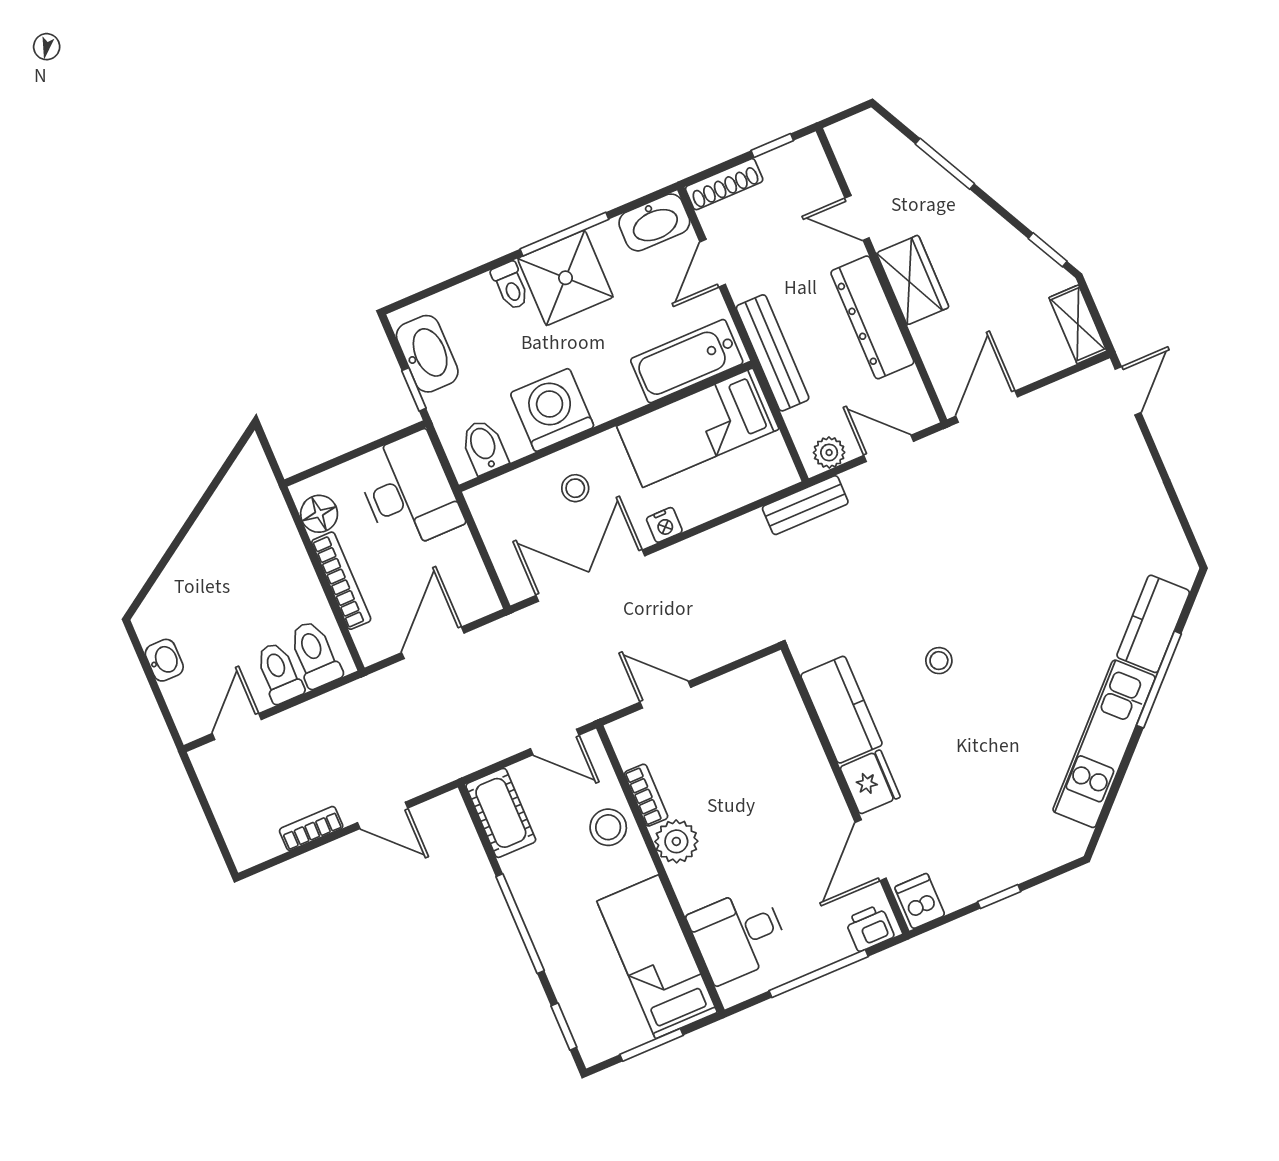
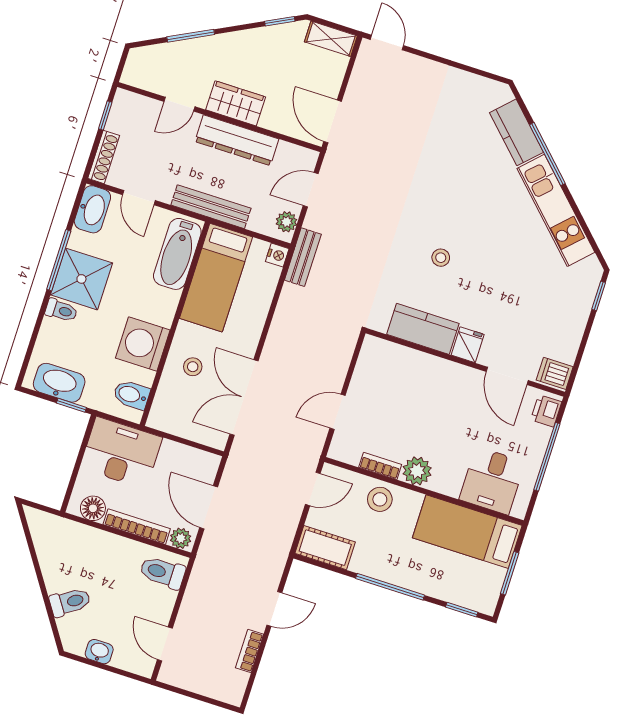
nightstand: (664, 525) -> (277, 255), moved
plant: (371, 642) -> (181, 538), added
toilet: (279, 673) -> (70, 602), moved, turned 146
fridge: (870, 782) -> (468, 345), width x0.72
window: (999, 897) -> (599, 296), moved

